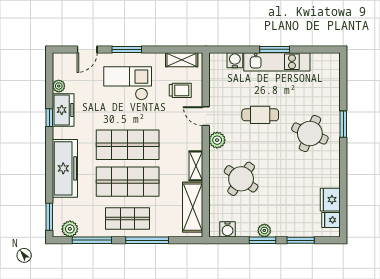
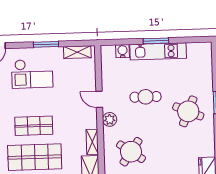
window: (127, 49) -> (46, 44), moved
checkout: (128, 83) -> (32, 74), turned 180
trolley: (180, 90) -> (77, 78), removed
shop shelf: (128, 145) -> (34, 126), width x0.70, depth x0.74

